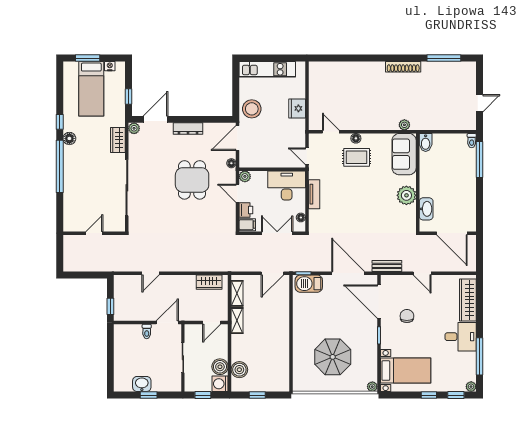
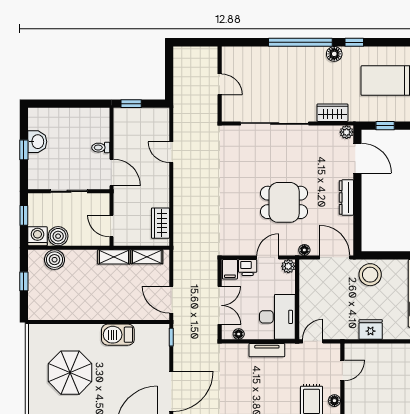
barbecue: (309, 284) -> (118, 335), moved, turned -90

